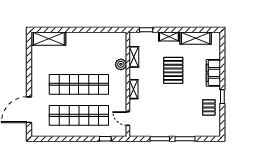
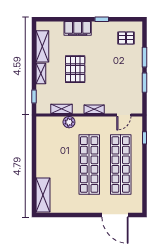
pallet: (173, 70) -> (75, 69), turned 90
pallet: (209, 107) -> (126, 38), moved

